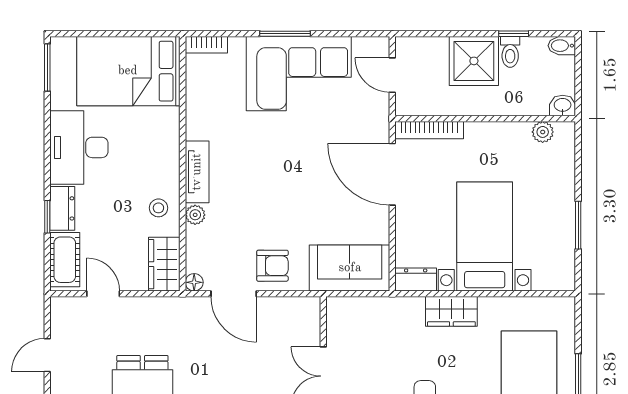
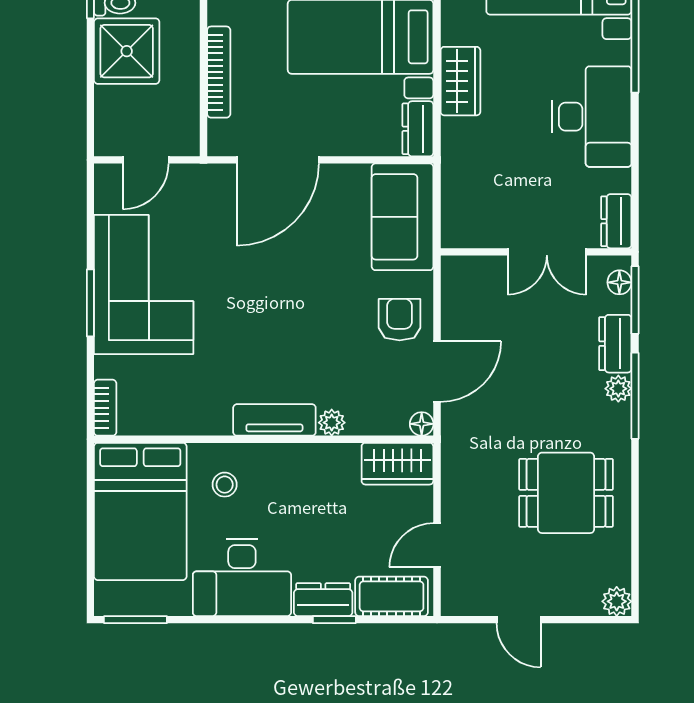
bookcase: (429, 130) -> (219, 72), moved
stool: (158, 208) -> (225, 485), moved

